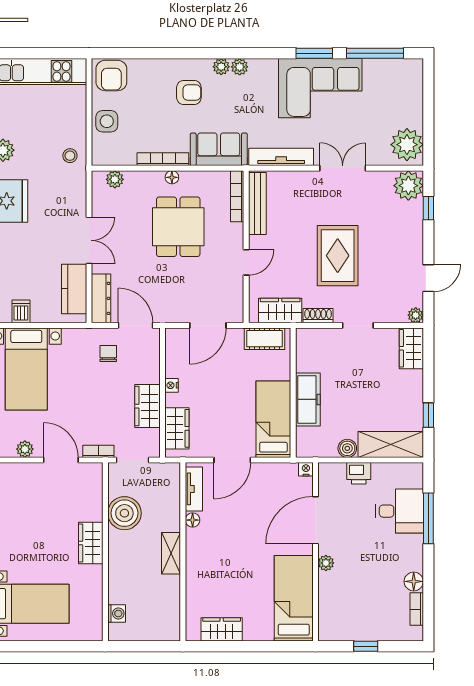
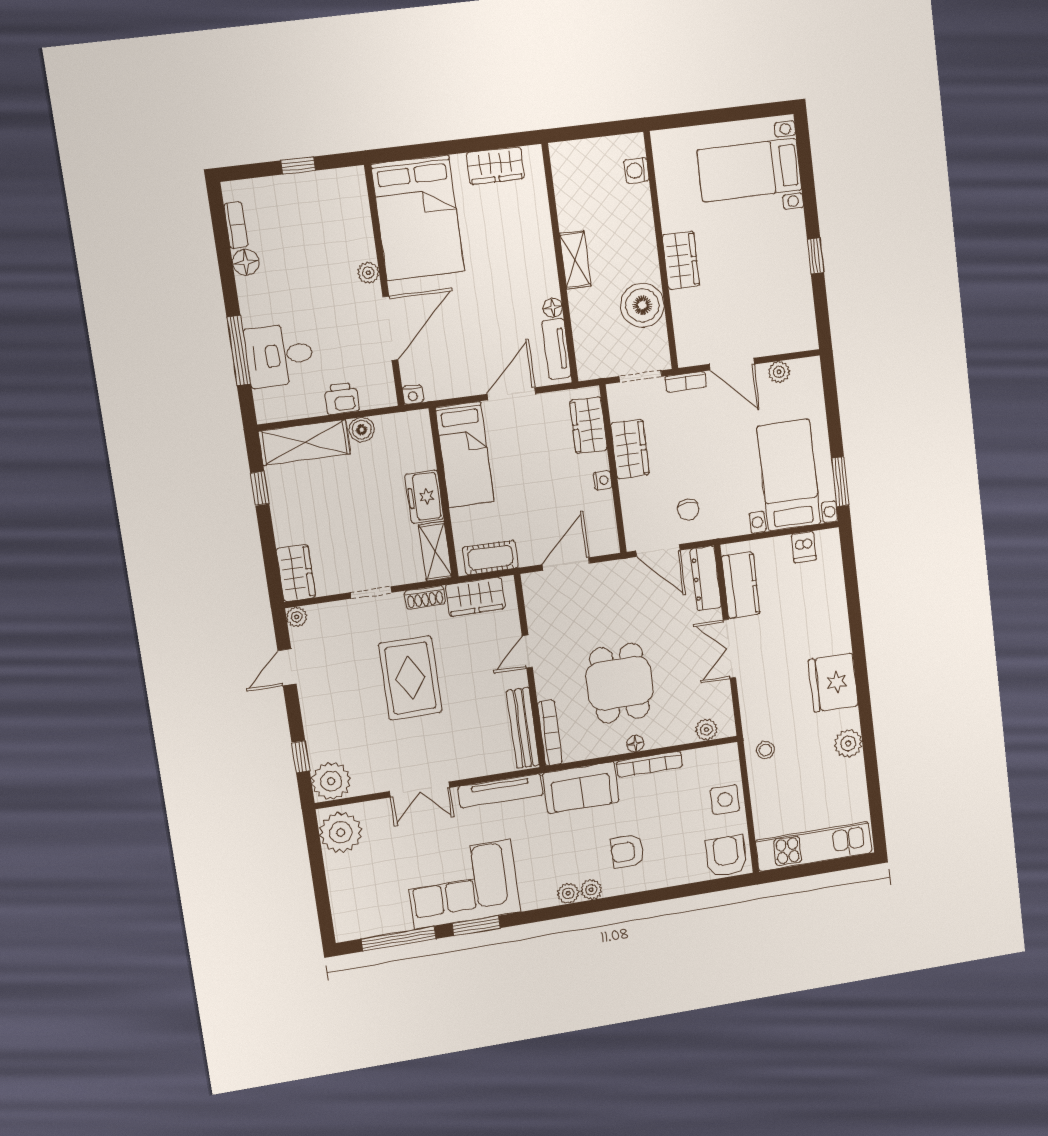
shelving: (305, 349) -> (435, 551), added
freezer: (308, 399) -> (424, 497), width x0.71
bed: (294, 598) -> (418, 218), width x1.50

